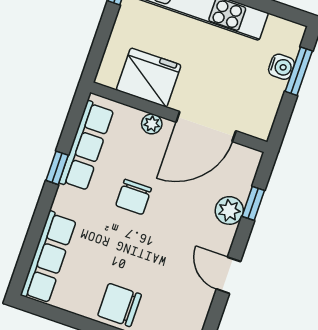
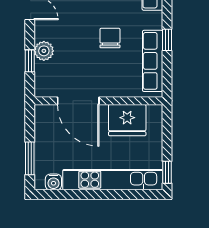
water cooler: (281, 67) -> (53, 182), moved, turned -90
plant: (152, 124) -> (115, 90), removed
door: (206, 127) -> (78, 101), swing flipped

